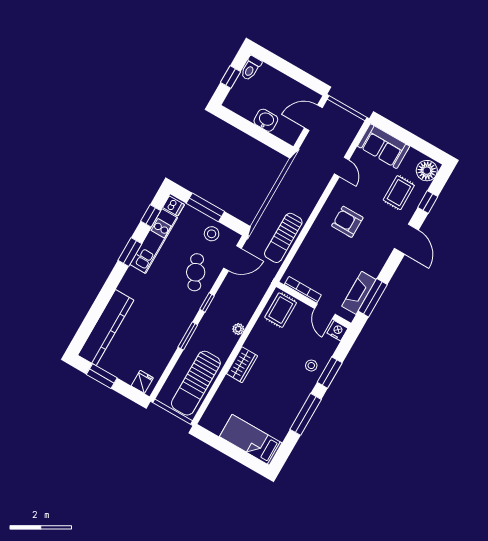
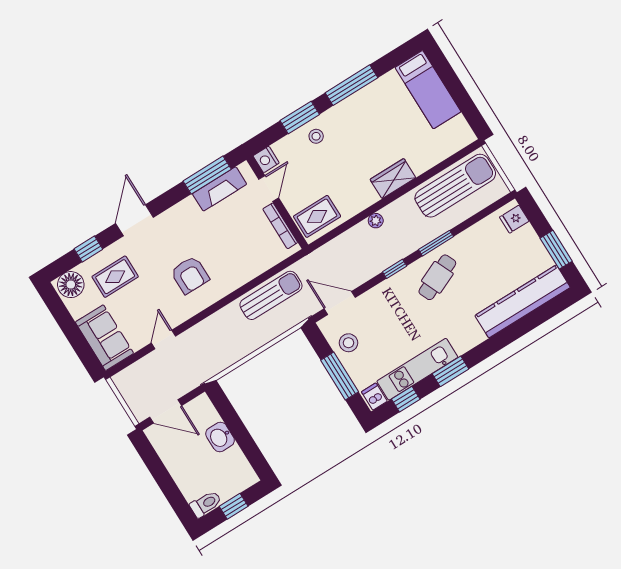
cafe table: (196, 272) -> (437, 277), moved

